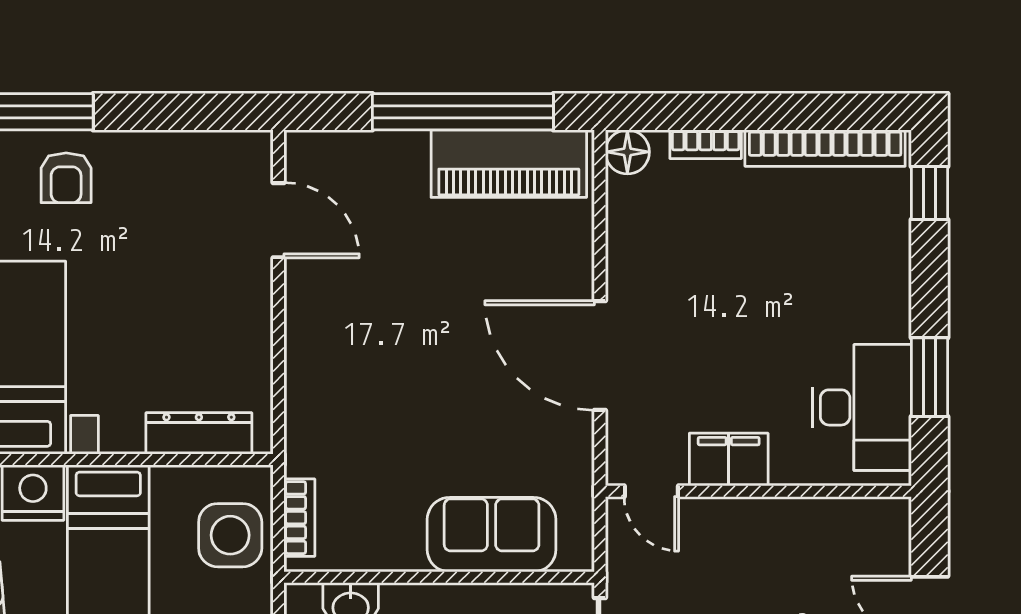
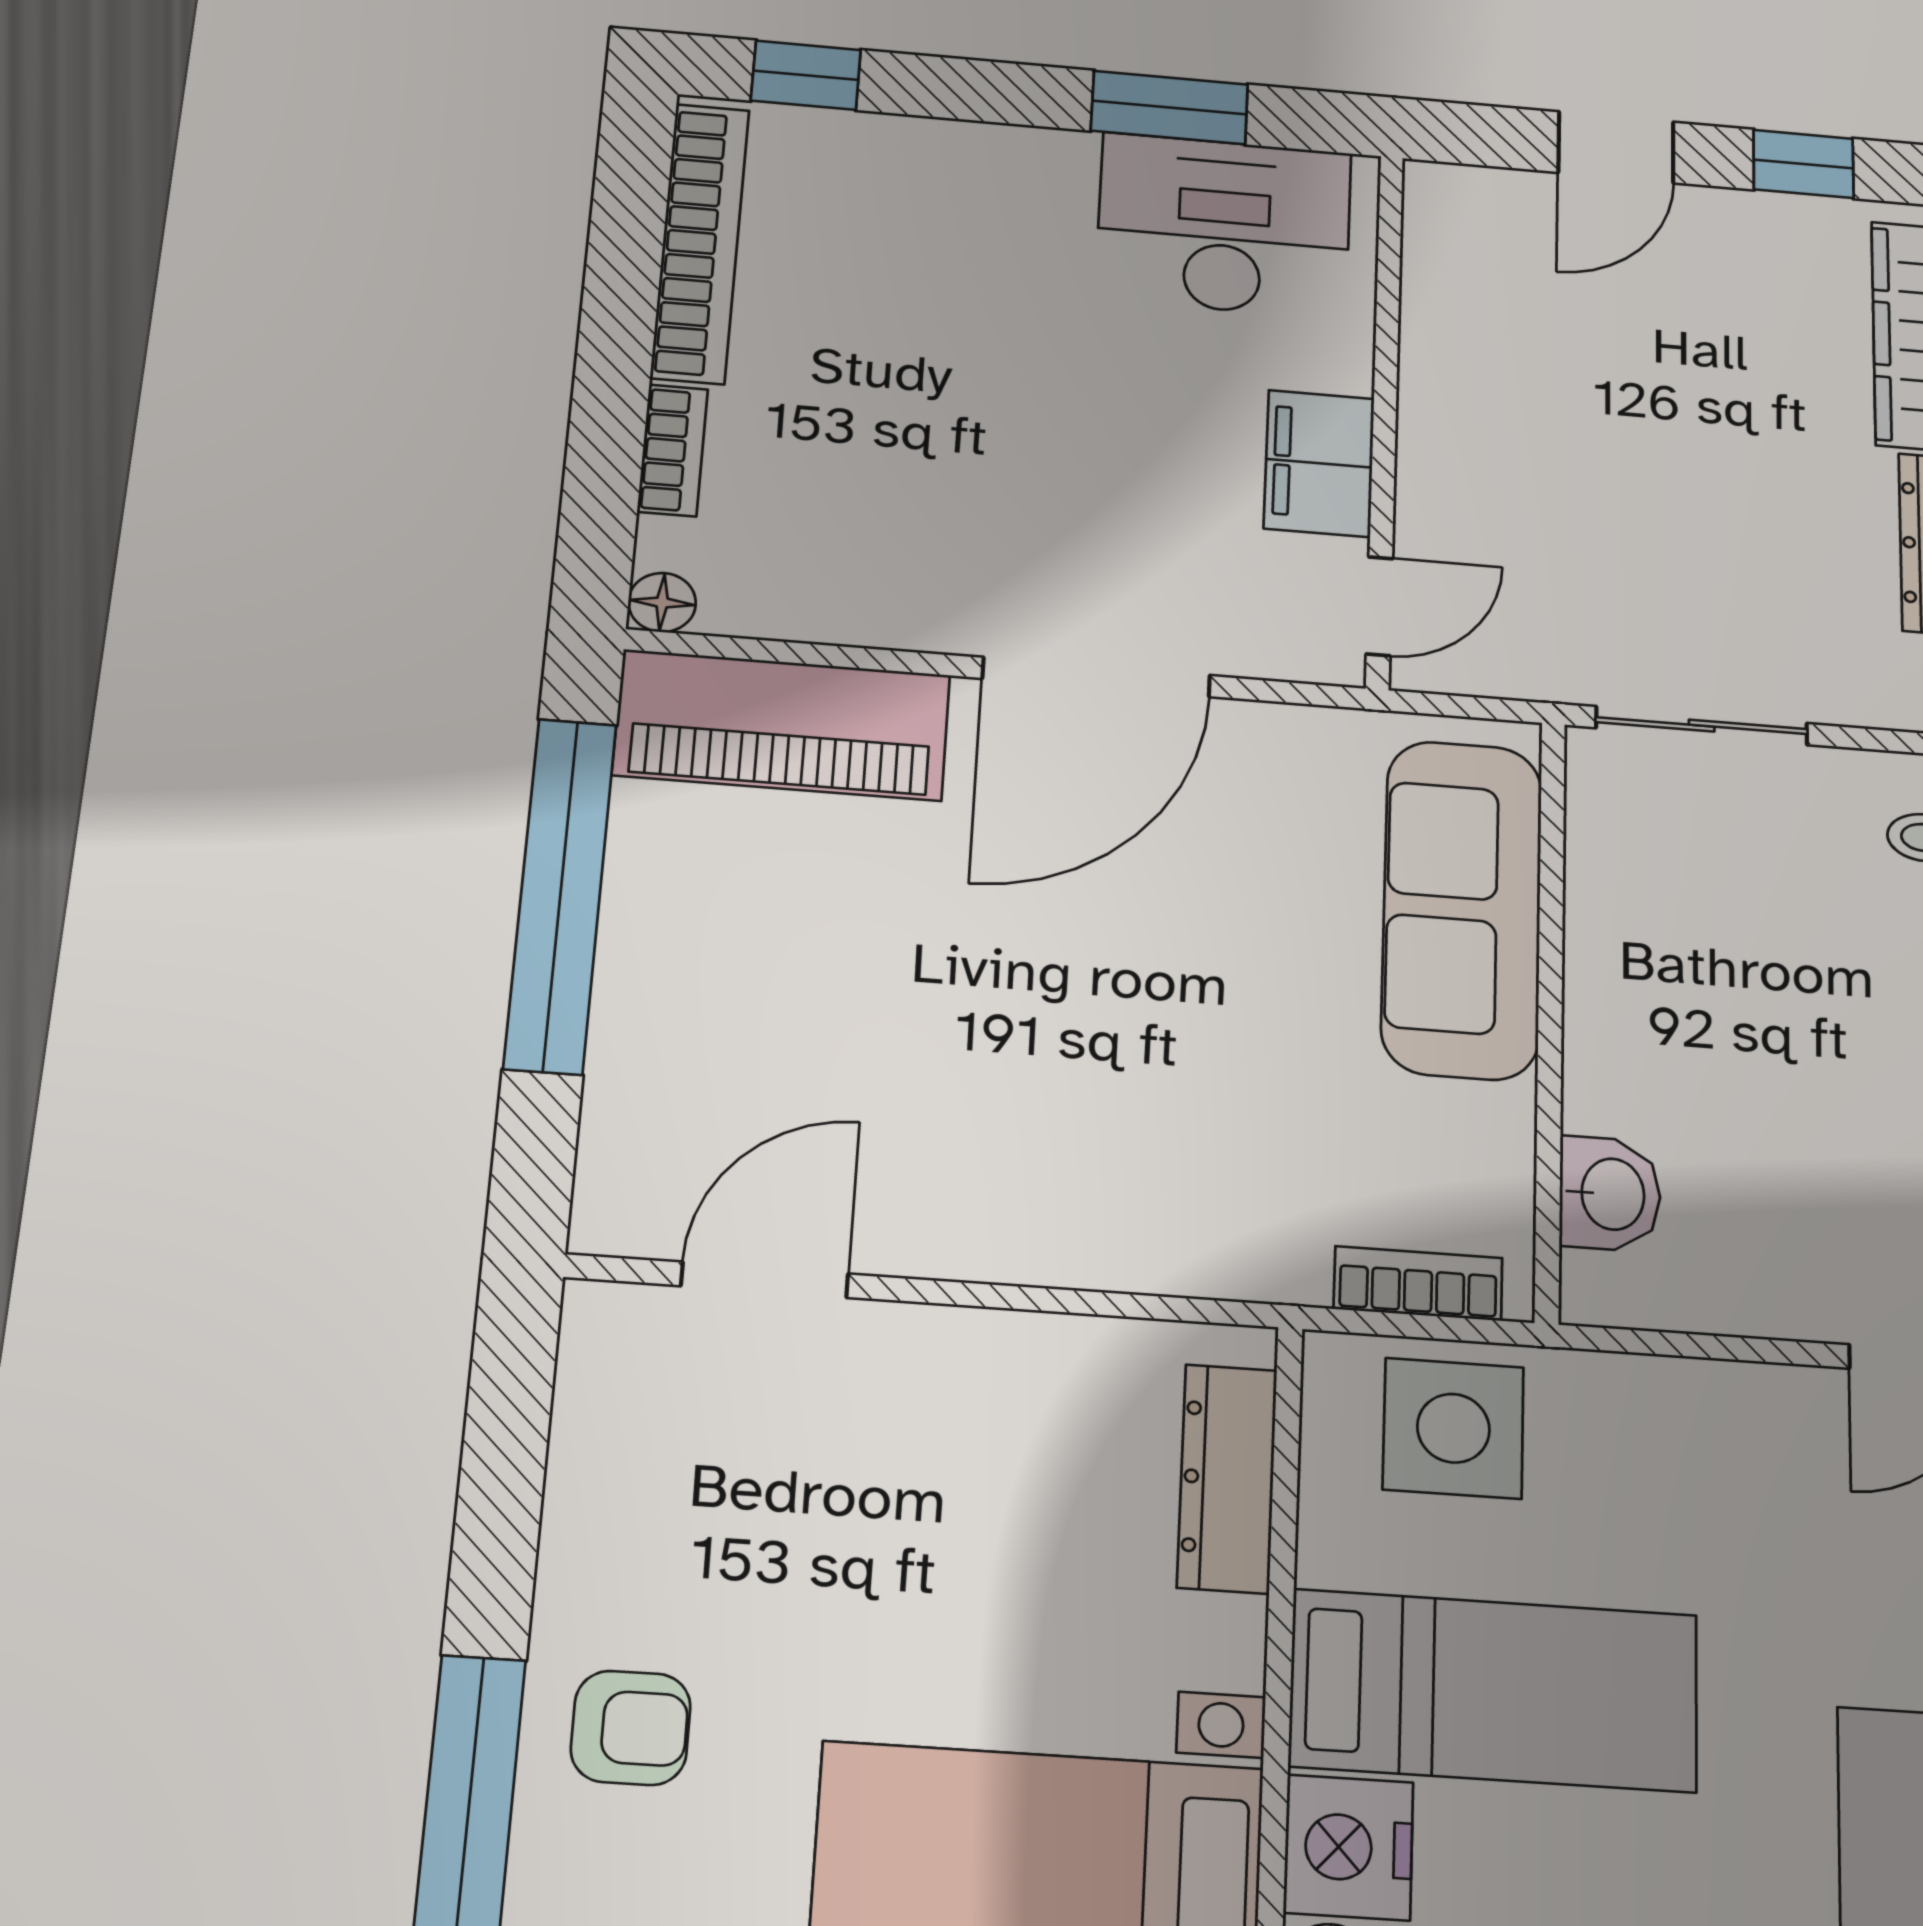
floor lamp: (627, 152) -> (662, 602), width x0.73, depth x0.73
piano: (509, 164) -> (782, 725), moved, turned 90
sofa: (492, 535) -> (1462, 909), width x1.36

